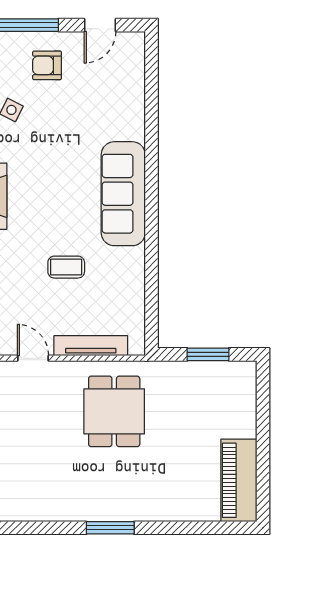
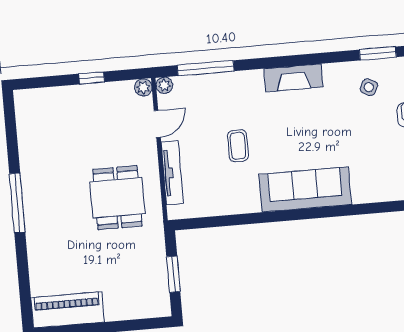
dining table: (114, 411) -> (117, 198), turned 90
window: (110, 528) -> (17, 203), width x1.44

